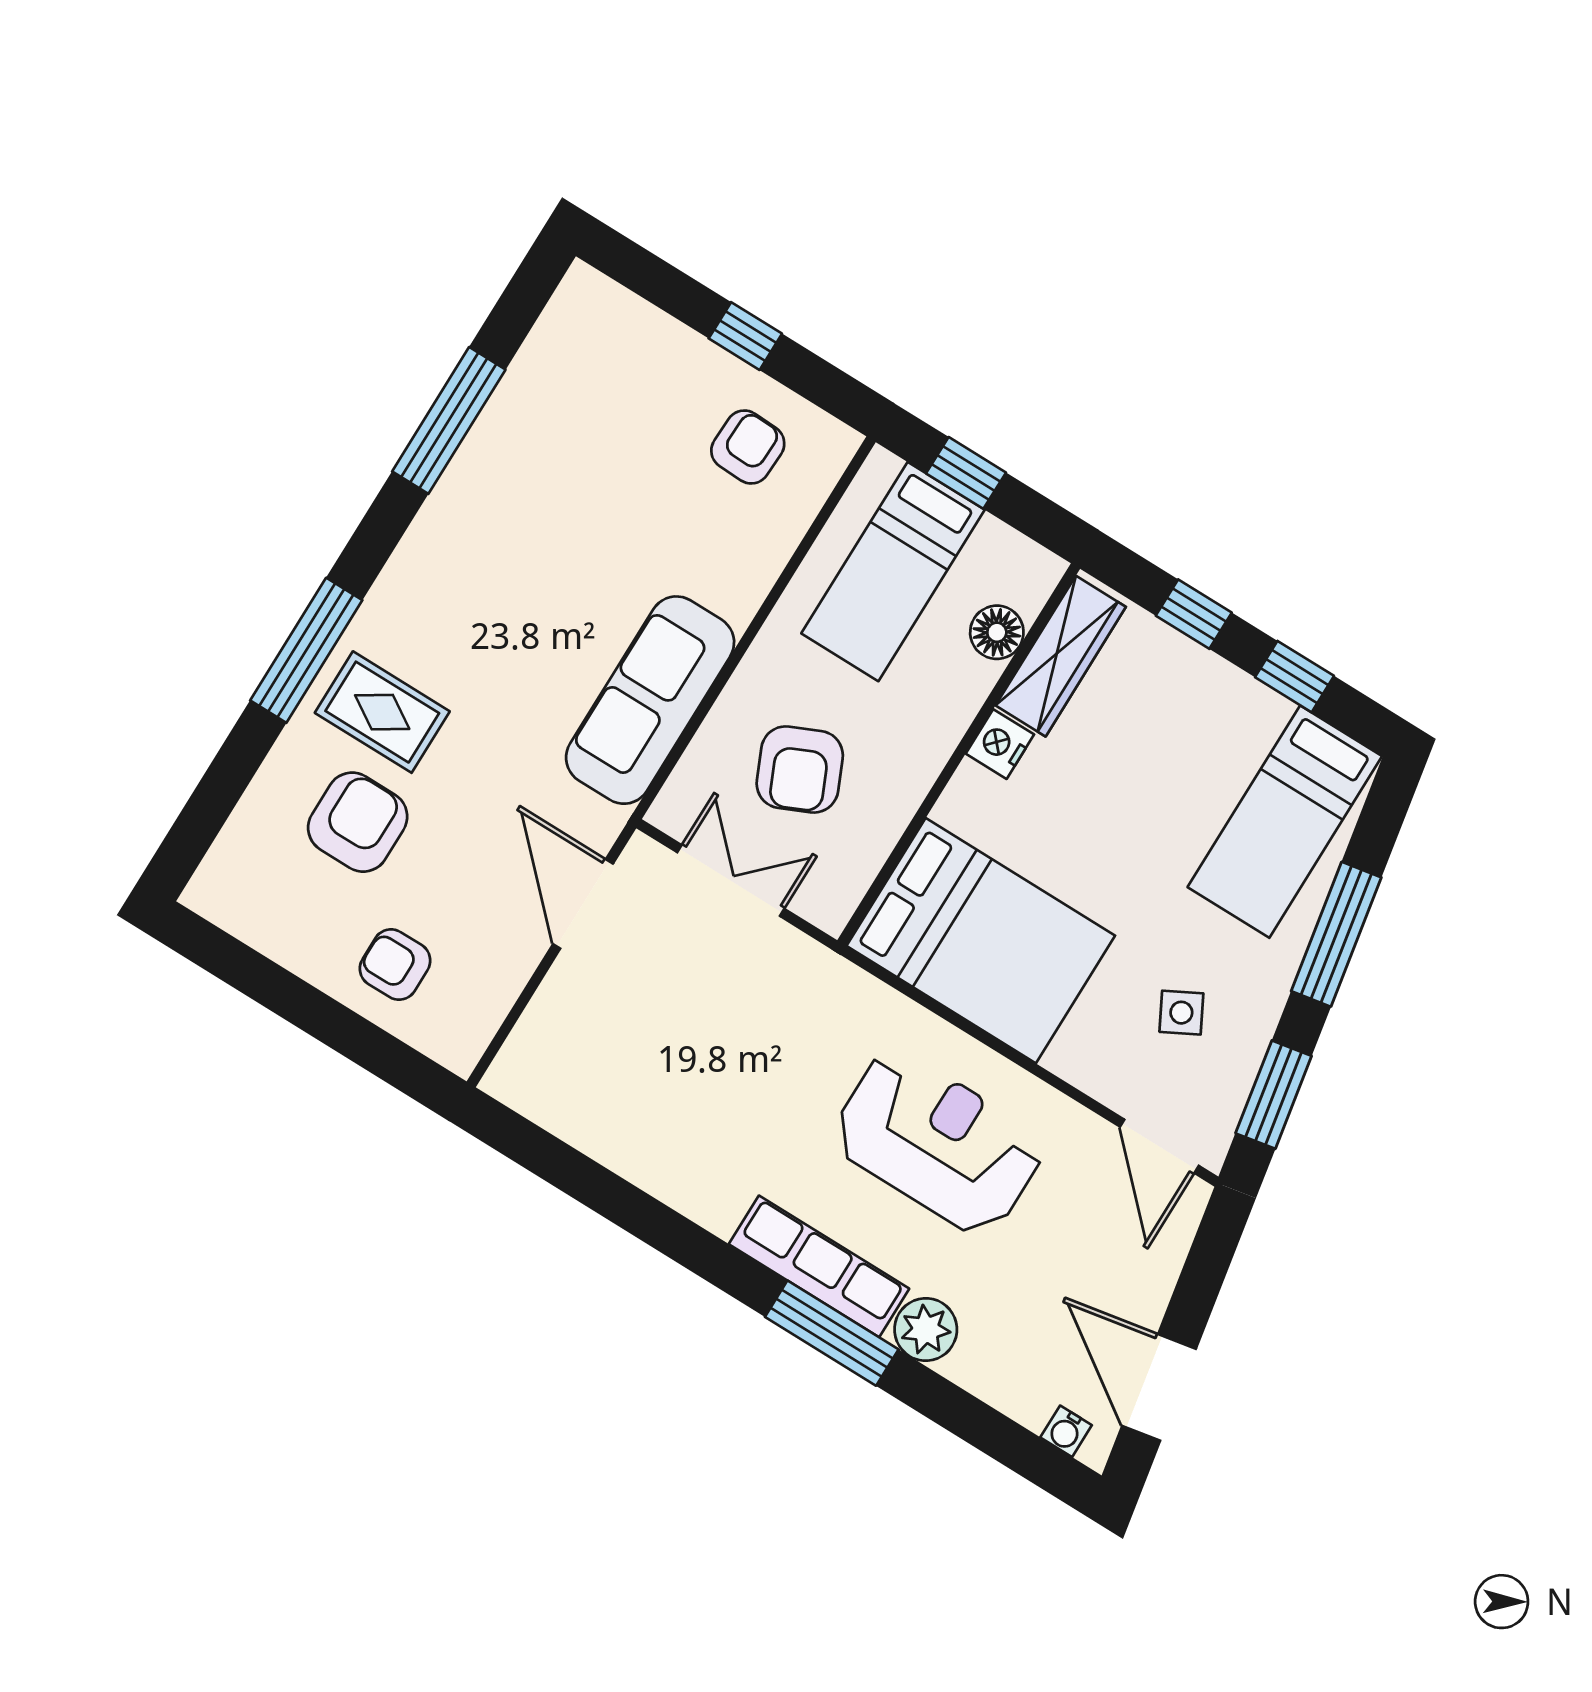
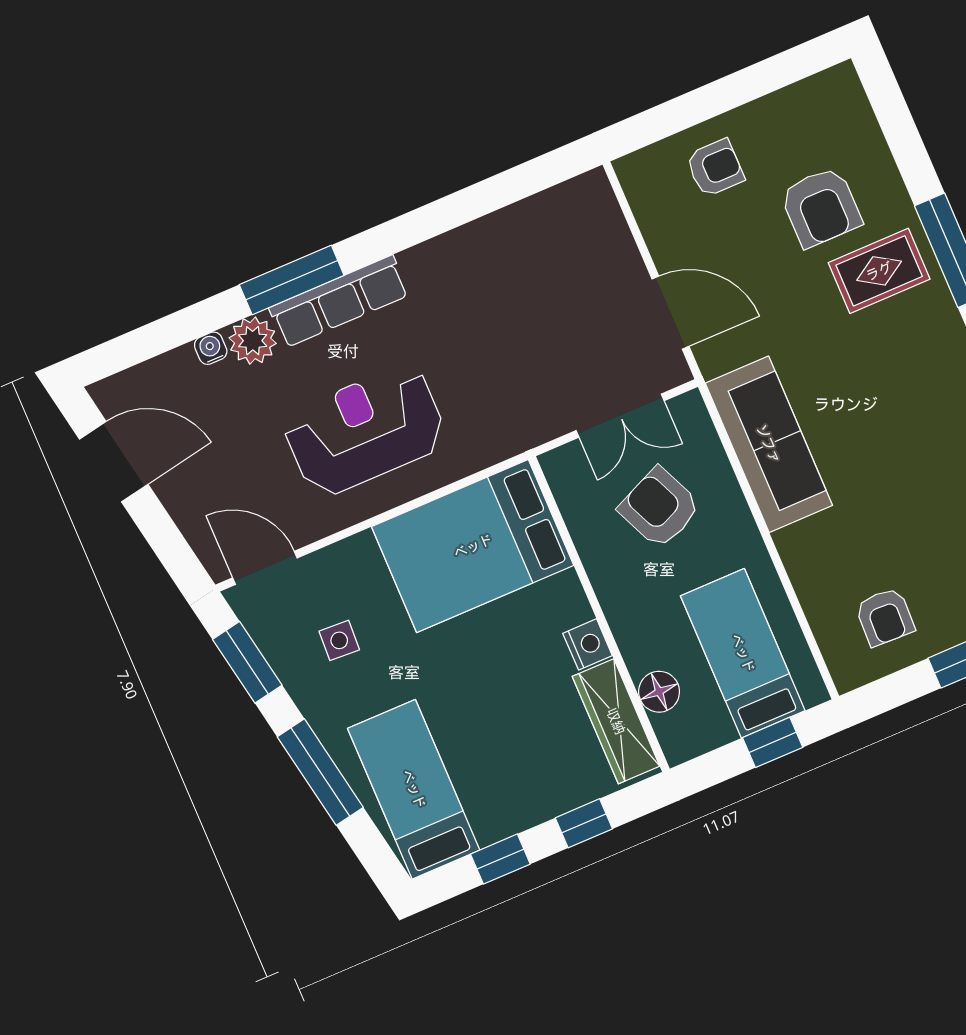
side table: (1181, 1013) -> (339, 640), turned 31
reception desk: (938, 1142) -> (365, 430), turned 180
water cooler: (1066, 1431) -> (211, 348), moved

